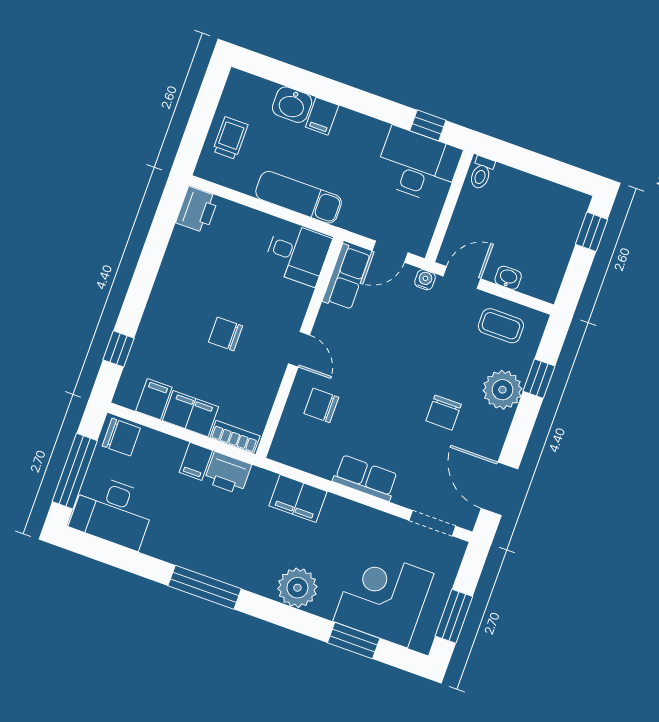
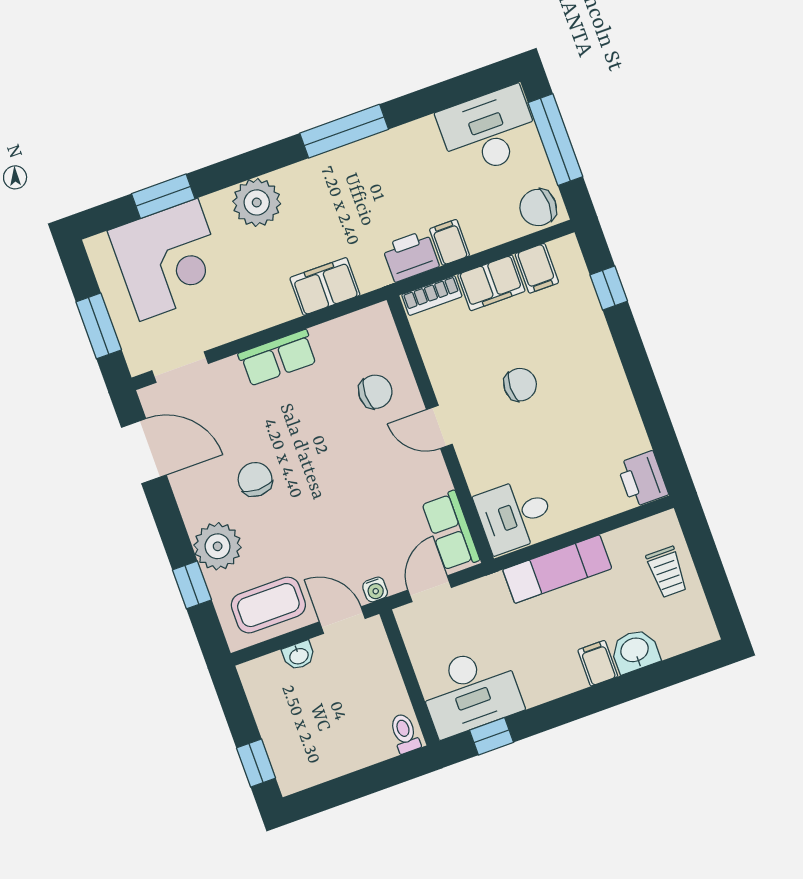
door: (462, 277) -> (342, 620), swing flipped
coffee table: (501, 326) -> (268, 605), width x1.36, depth x1.30
window: (454, 616) -> (99, 326), moved

